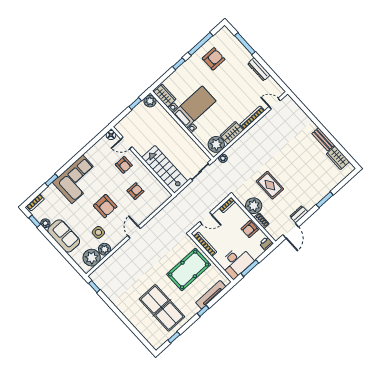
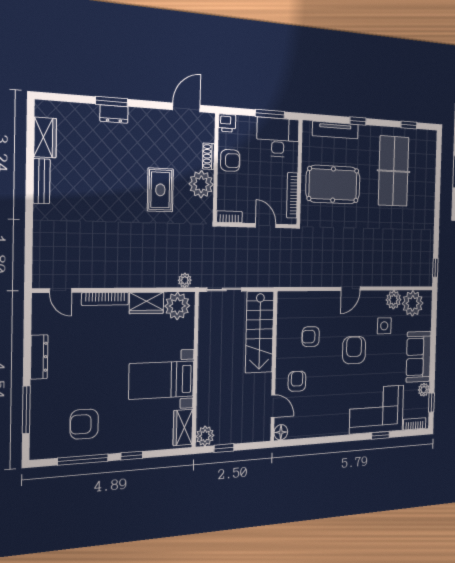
corner sofa: (77, 179) -> (377, 409), moved
dresser: (299, 214) -> (114, 114), moved

